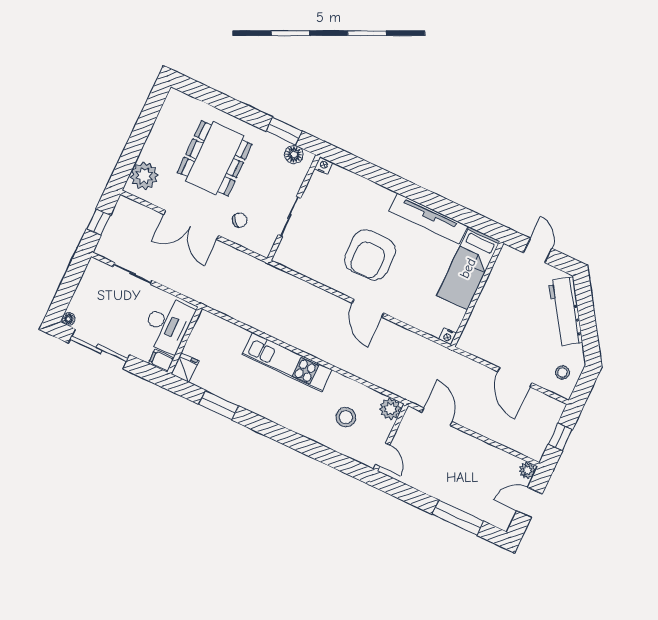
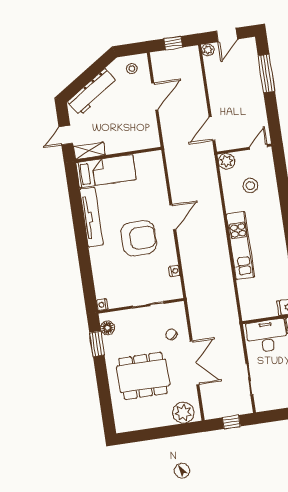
shelving: (503, 265) -> (89, 151), added
nightstand: (448, 336) -> (174, 271), moved
door: (529, 502) -> (227, 35), hinge flipped

